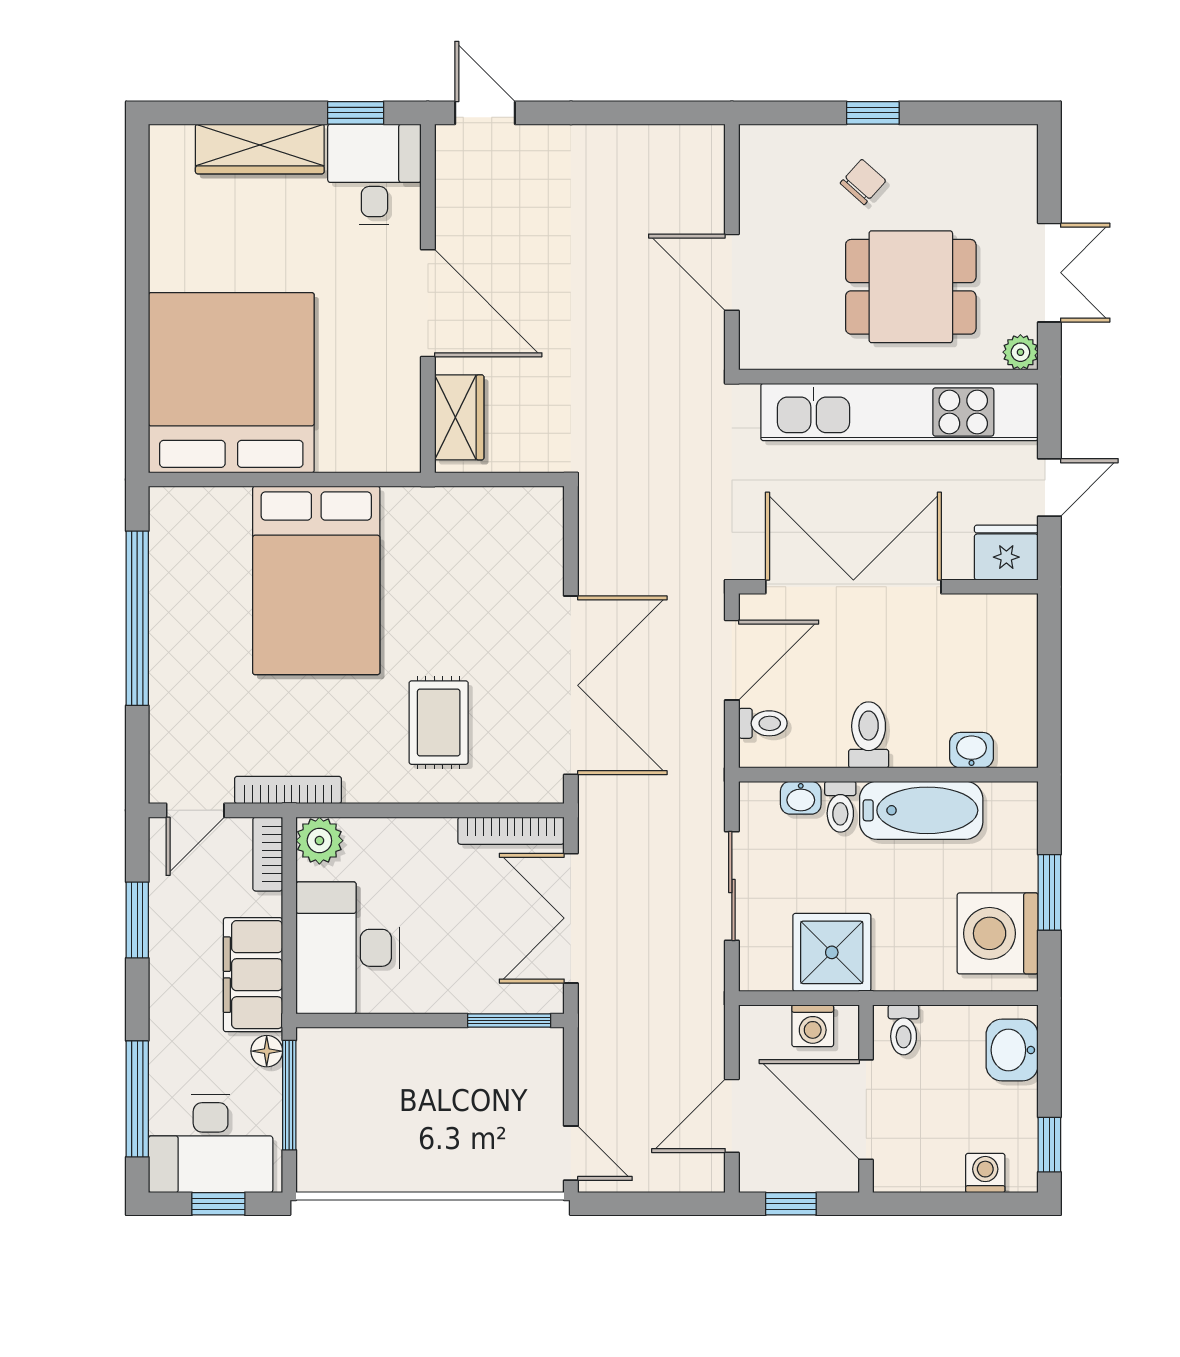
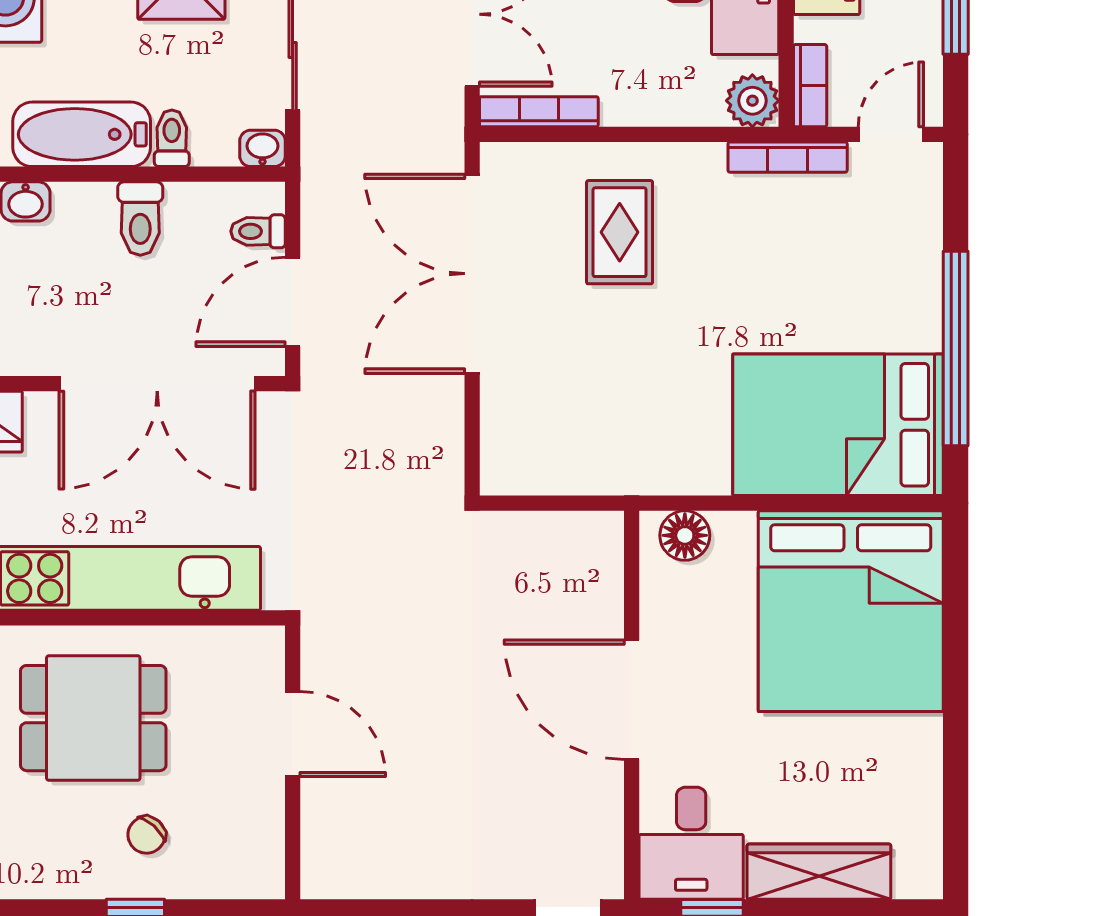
wardrobe: (459, 417) -> (597, 572), removed
floor lamp: (380, 451) -> (685, 535), added
bed: (316, 580) -> (838, 425), moved, turned -90
washbasin: (801, 798) -> (263, 148), moved

